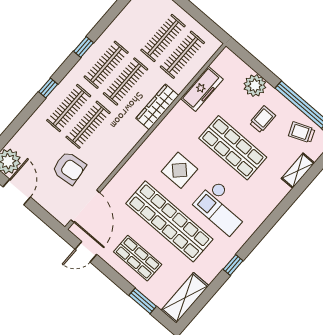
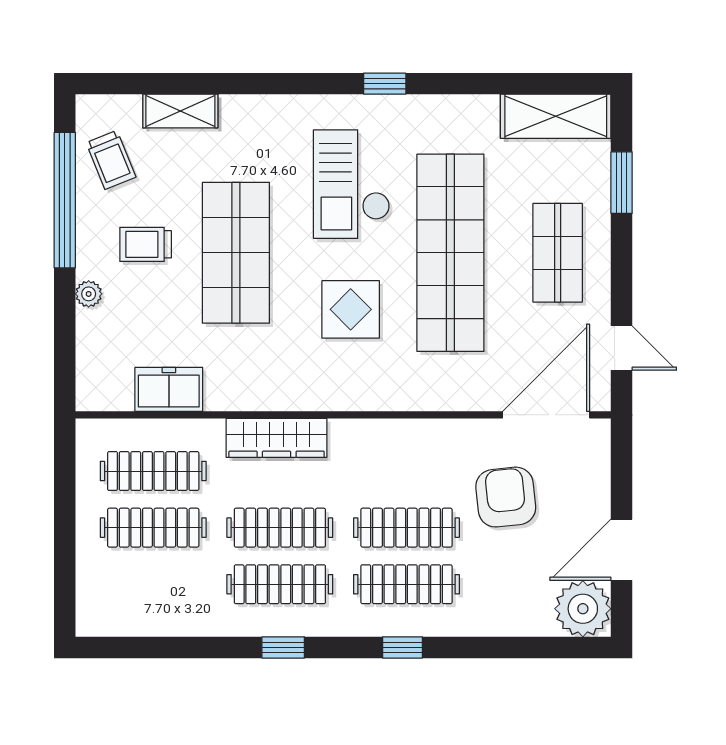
plant: (255, 86) -> (89, 294), width x0.53, depth x0.53
freezer: (202, 89) -> (169, 389), width x0.71
checkout: (222, 208) -> (352, 184), turned 180
window: (233, 265) -> (385, 84), moved

